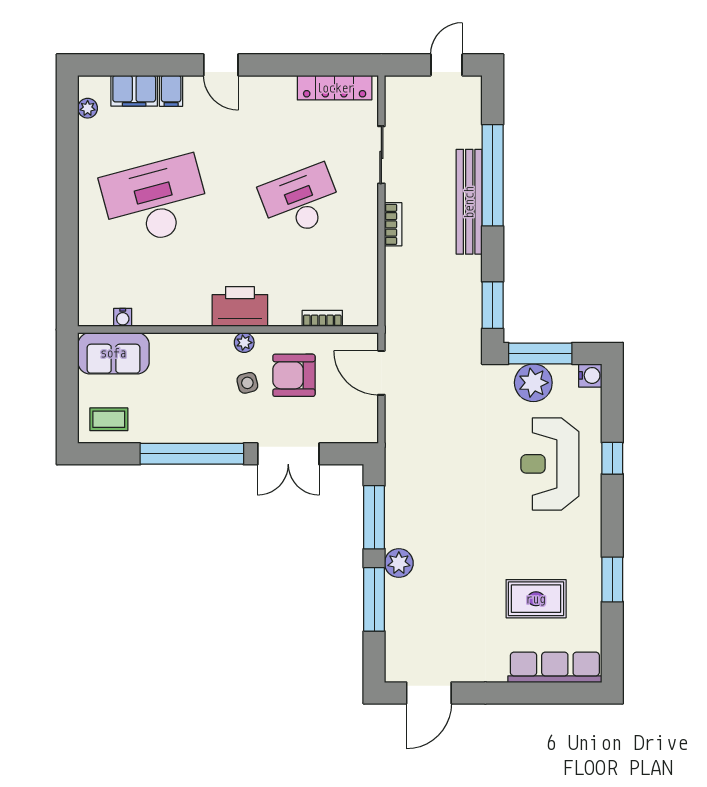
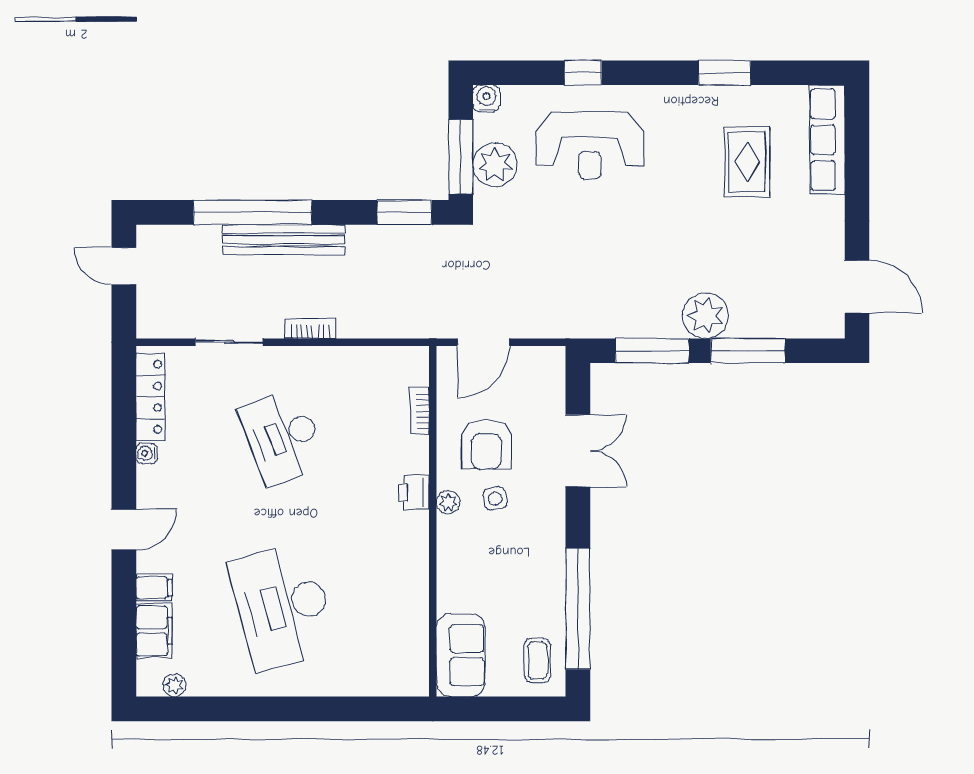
printer: (240, 306) -> (413, 492), width x0.53, depth x0.68
water cooler: (123, 317) -> (147, 453), moved, turned 180
window: (192, 454) -> (578, 609), moved
plant: (399, 563) -> (705, 316), width x1.36, depth x1.36

